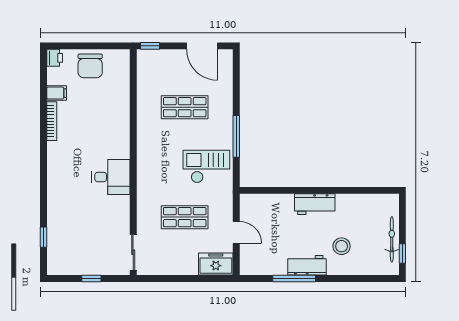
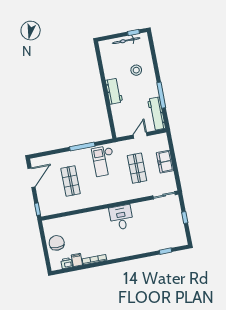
printer: (55, 58) -> (67, 263), moved
chair: (90, 66) -> (57, 243), turned -90
freezer: (216, 264) -> (165, 162), moved
workbench: (307, 265) -> (157, 114), moved, width x1.38

